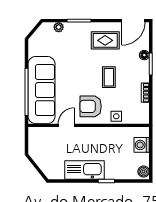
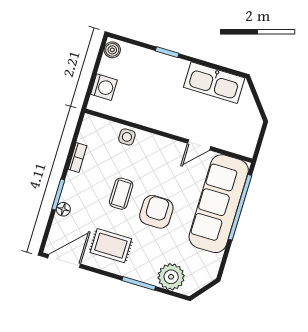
plant: (59, 27) -> (171, 277), width x1.88, depth x1.88
armchair: (91, 106) -> (156, 212), moved, turned -90
kitchen sink: (85, 170) -> (214, 83), moved

